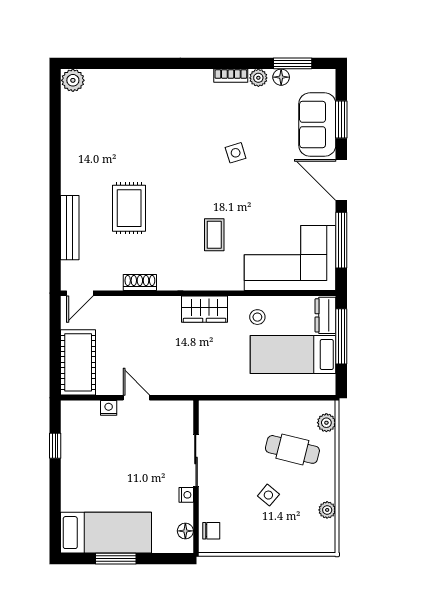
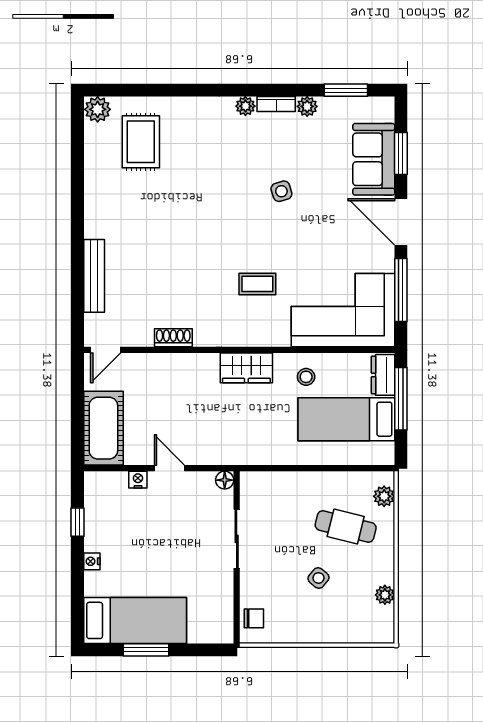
plant: (204, 77) -> (245, 106), added
floor lamp: (281, 77) -> (333, 106), removed
rug: (129, 208) -> (141, 142), moved
coffee table: (214, 235) -> (257, 284), turned 90
nightstand: (186, 495) -> (92, 561), moved, turned 180
floor lamp: (185, 531) -> (225, 480), moved

